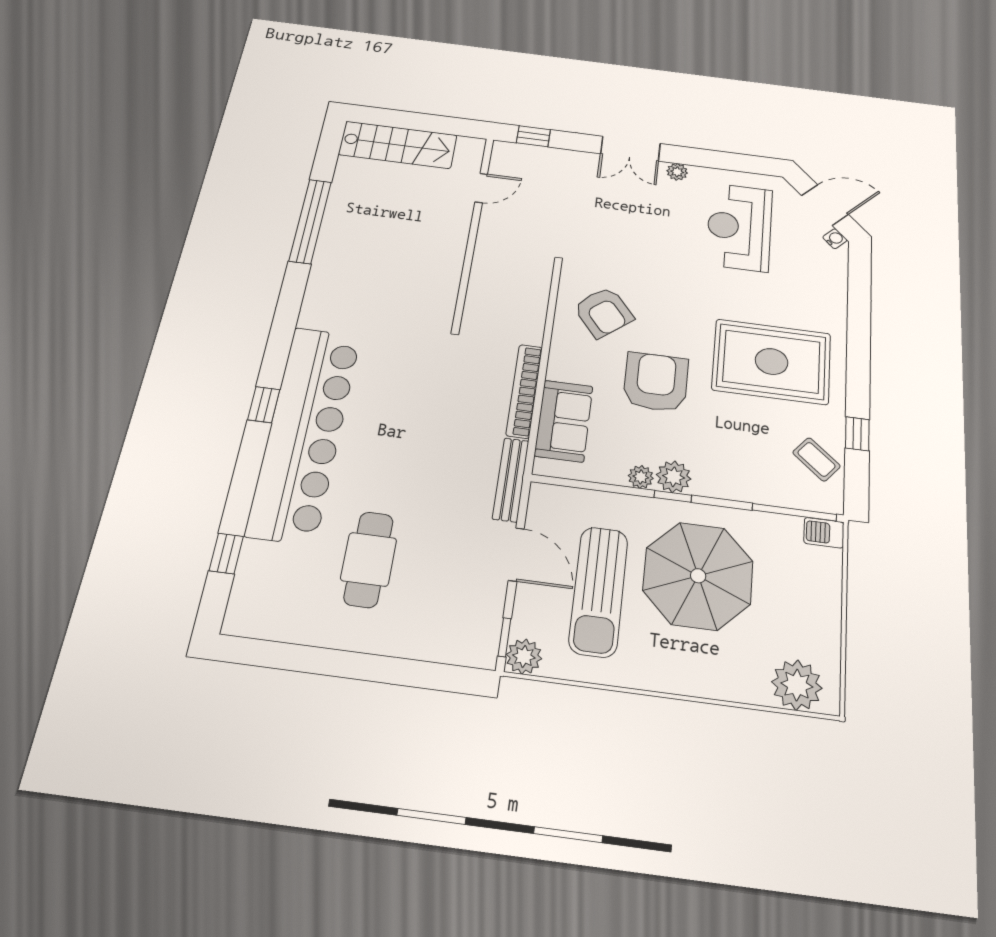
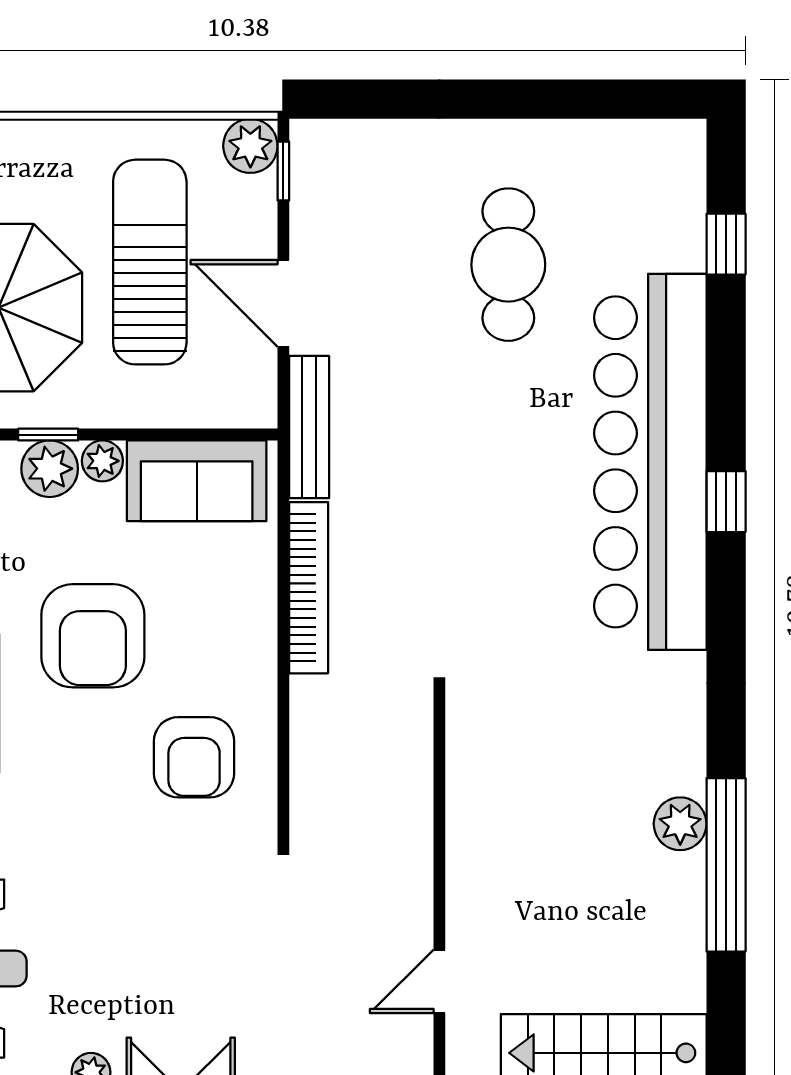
plant: (331, 244) -> (680, 824), added
armchair: (603, 312) -> (194, 757), turned -141
sofa: (564, 421) -> (197, 481), moved, turned -90

